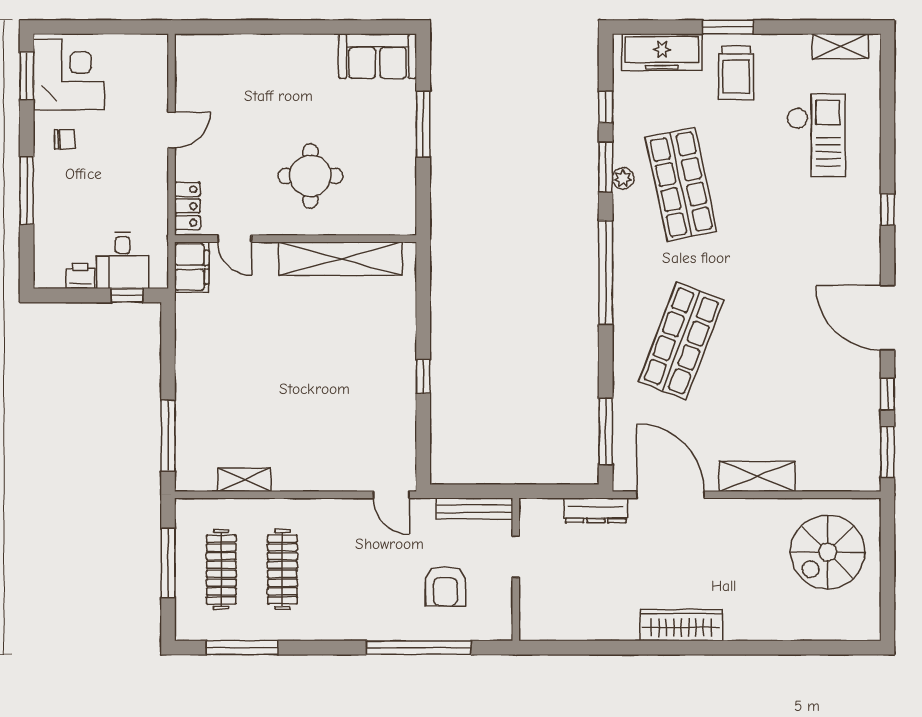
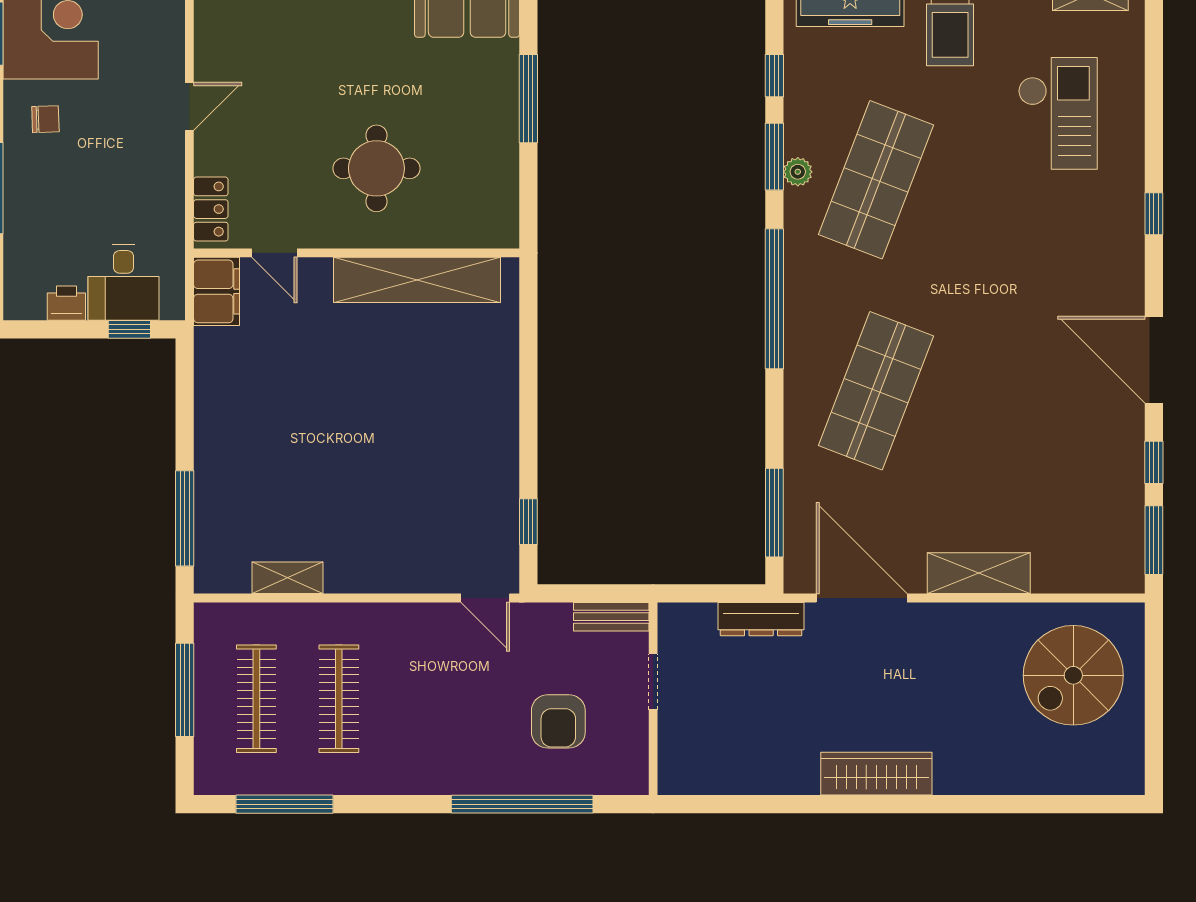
shop shelf: (681, 184) -> (876, 180), turned 33
window: (423, 377) -> (528, 522), moved
bench: (474, 509) -> (611, 617), width x0.73

